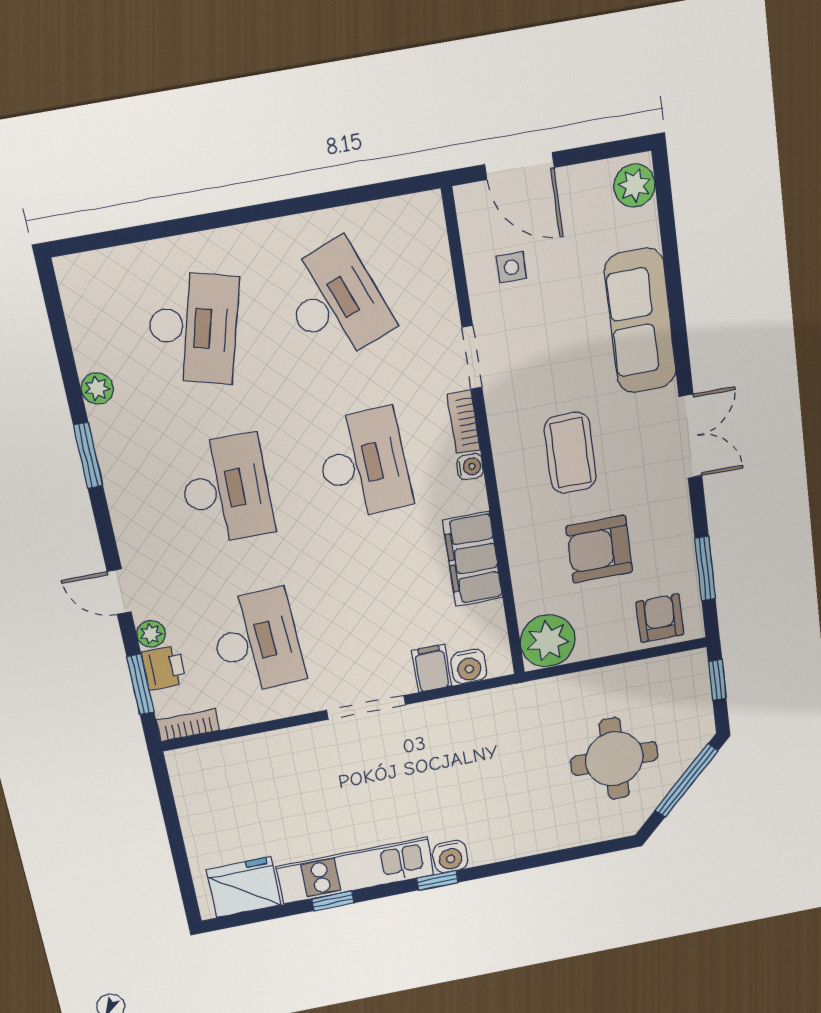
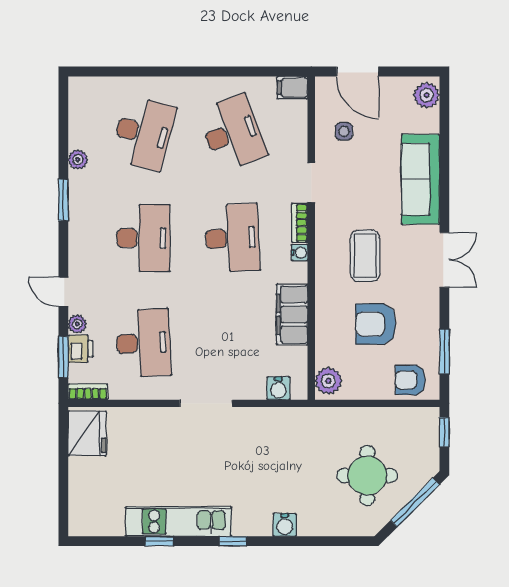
armchair: (660, 618) -> (410, 380), turned -90
plant: (548, 641) -> (328, 381), width x0.73, depth x0.73
filing cabinet: (432, 668) -> (293, 88), moved, turned -90
water cooler: (450, 857) -> (285, 525), moved
fridge: (244, 887) -> (87, 433), moved, turned 90

